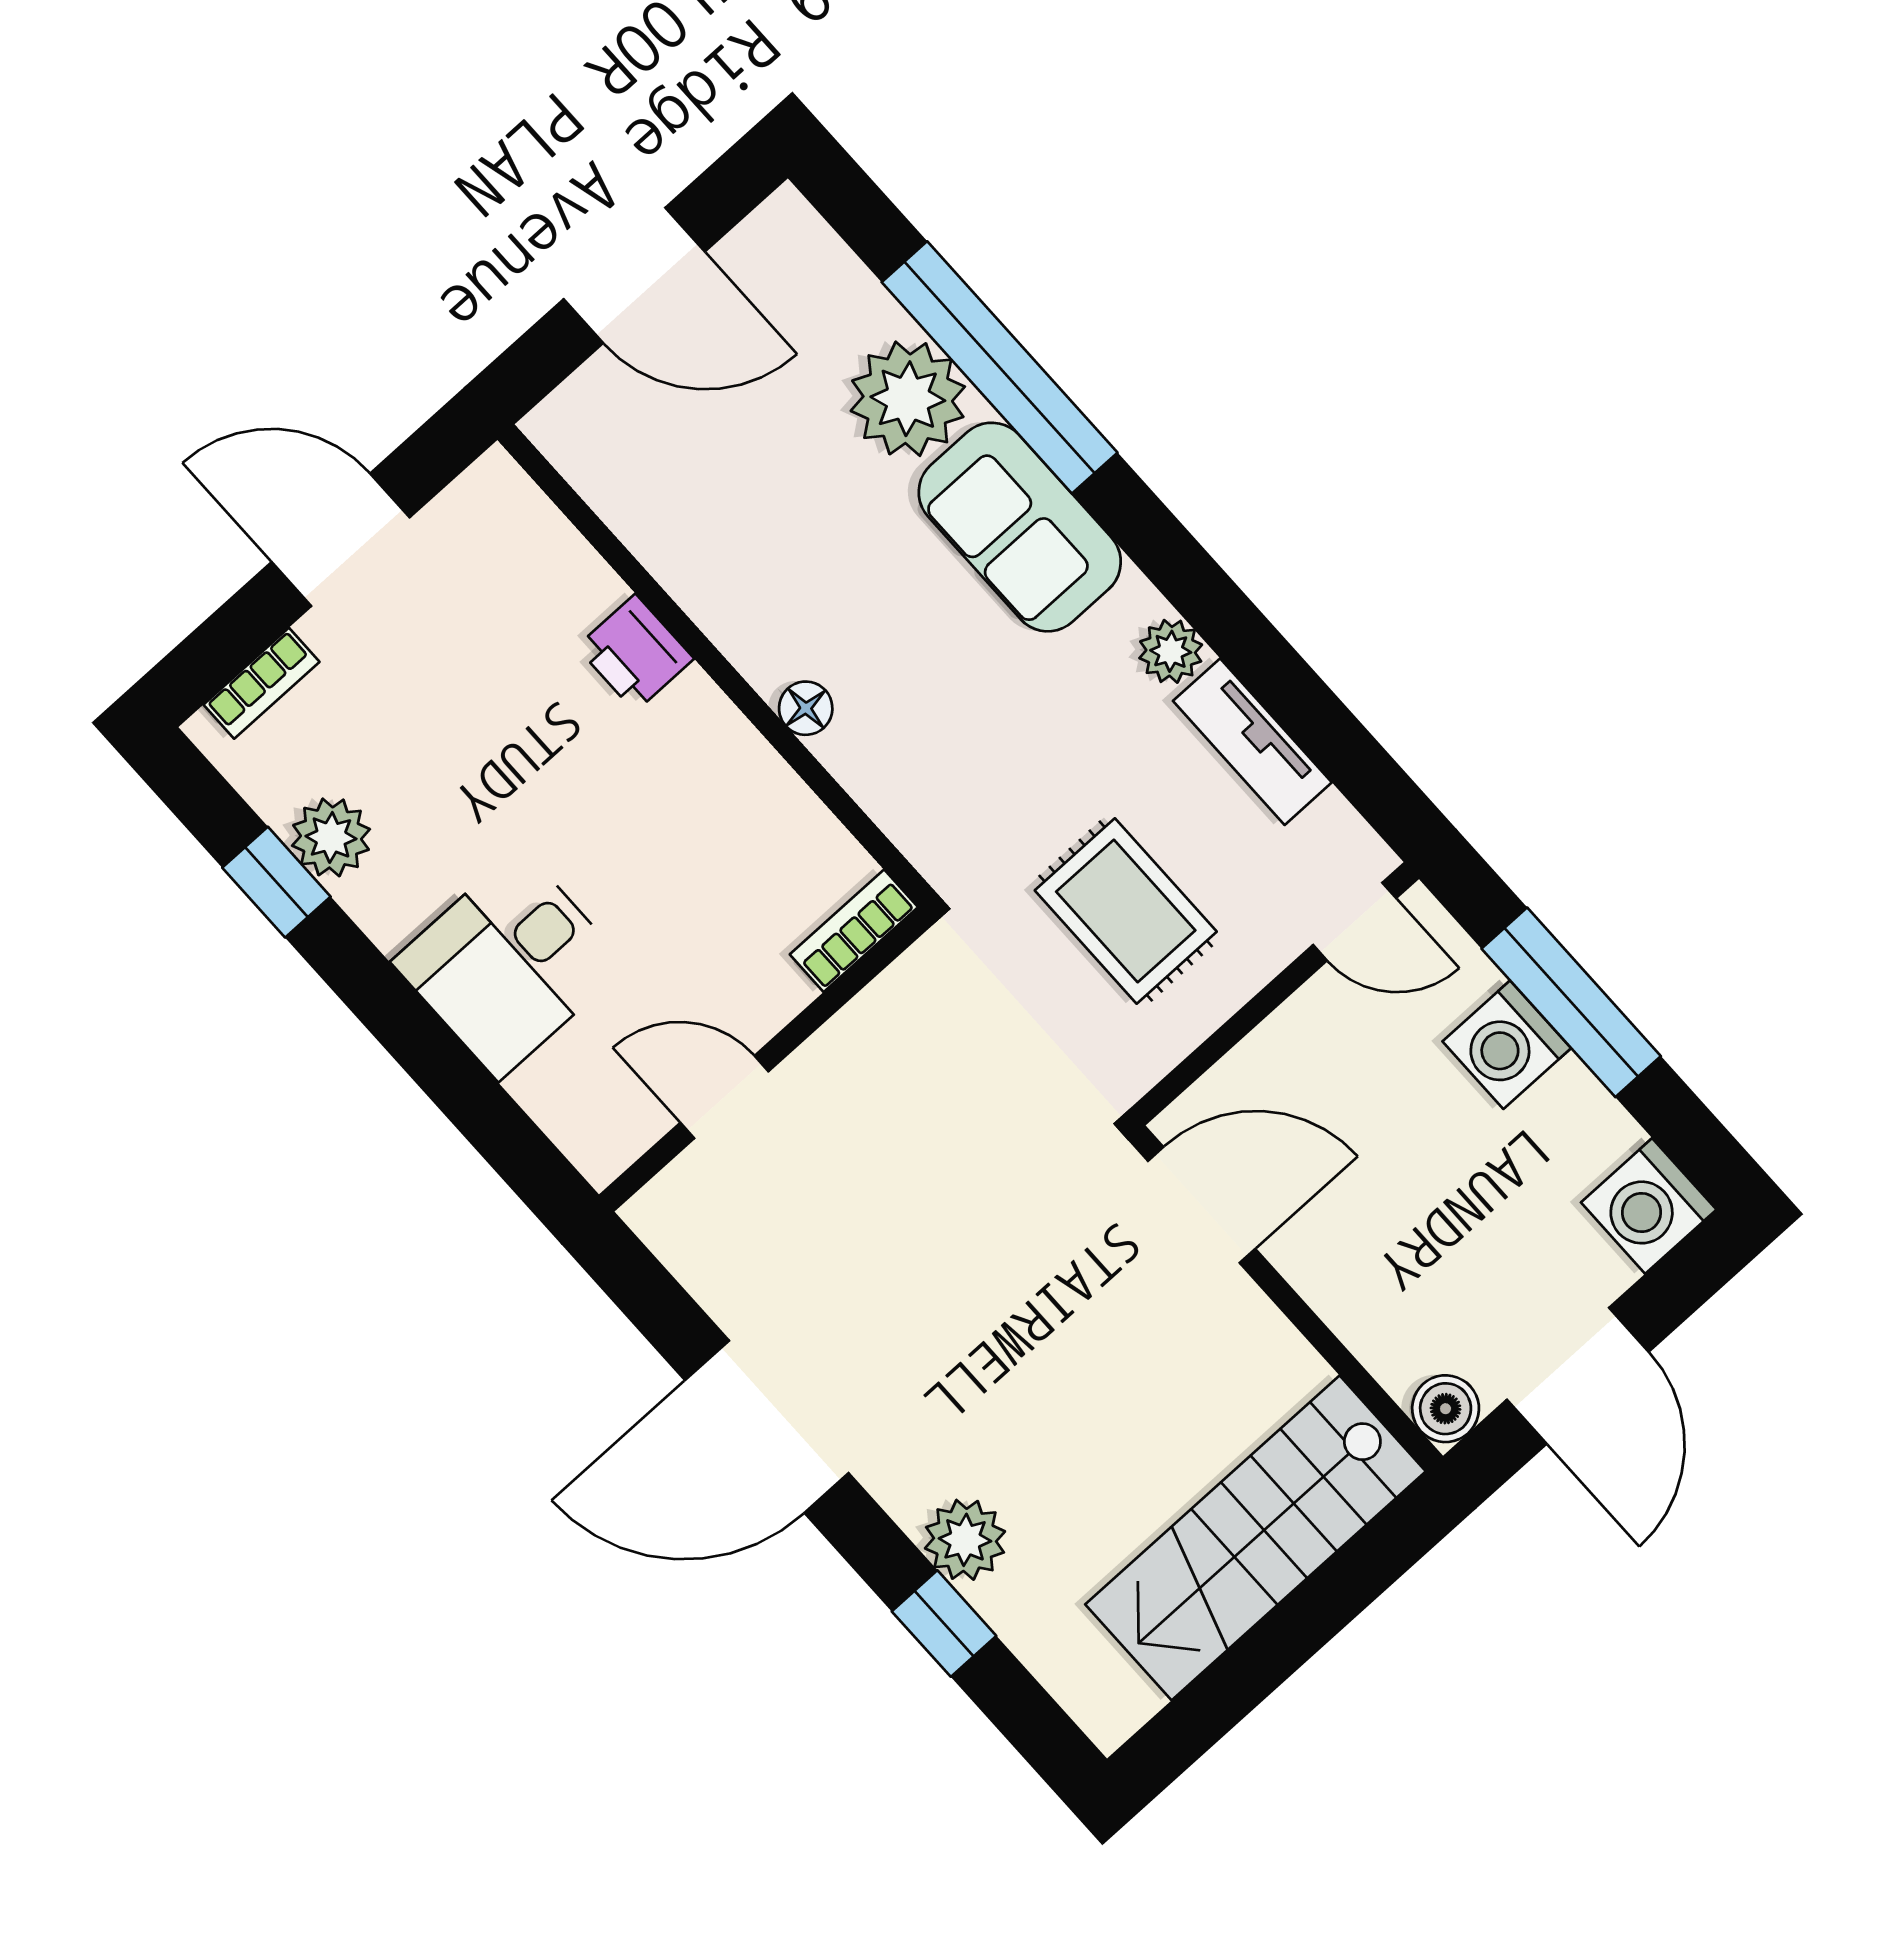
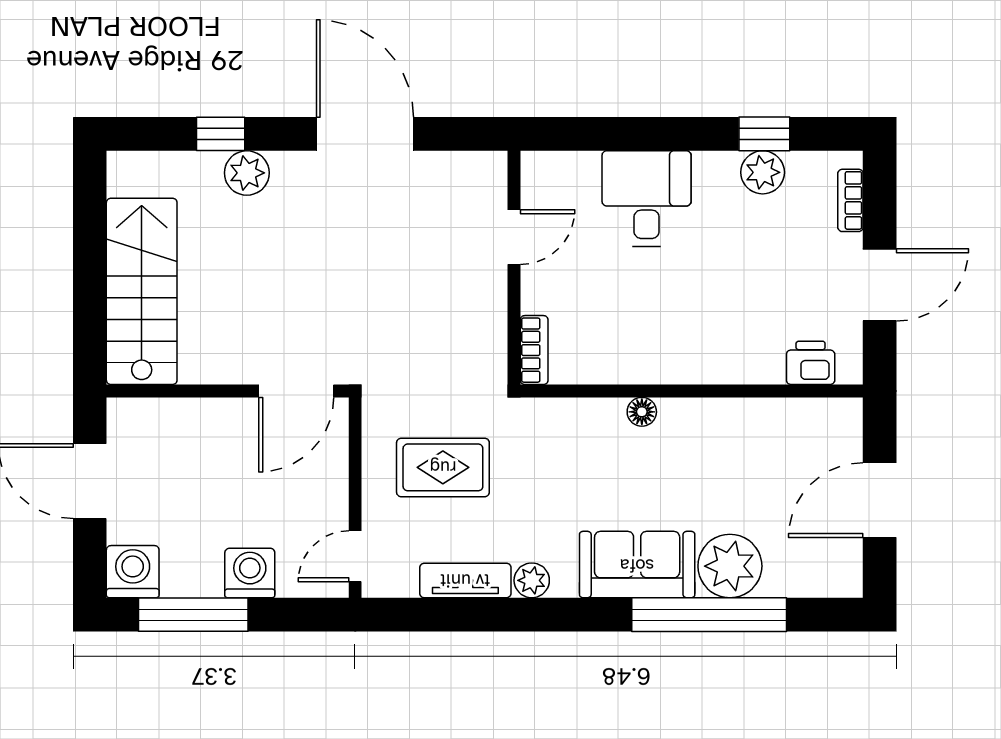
printer: (635, 653) -> (811, 363), moved
window: (1571, 1002) -> (193, 615), moved
boiler: (1446, 1409) -> (125, 415), removed
door: (767, 1427) -> (365, 134), hinge flipped

